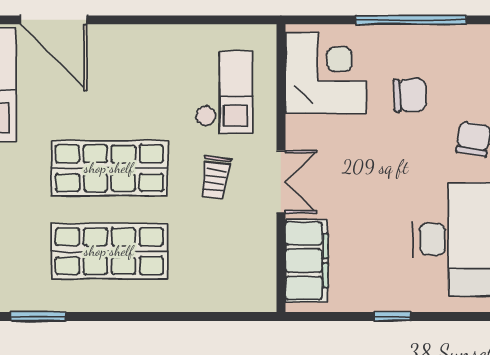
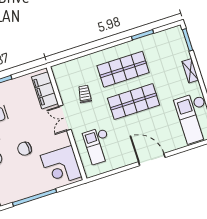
door: (54, 20) -> (152, 160), moved
chair: (410, 95) -> (25, 149), moved
trolley: (215, 177) -> (85, 94), moved

